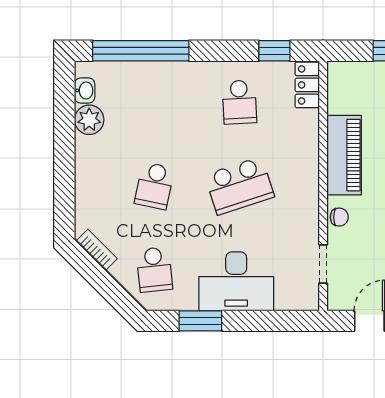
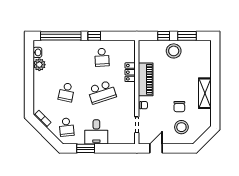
window: (274, 51) -> (94, 36), moved
locker: (307, 85) -> (130, 72), moved
desk: (236, 281) -> (96, 132), width x0.73

